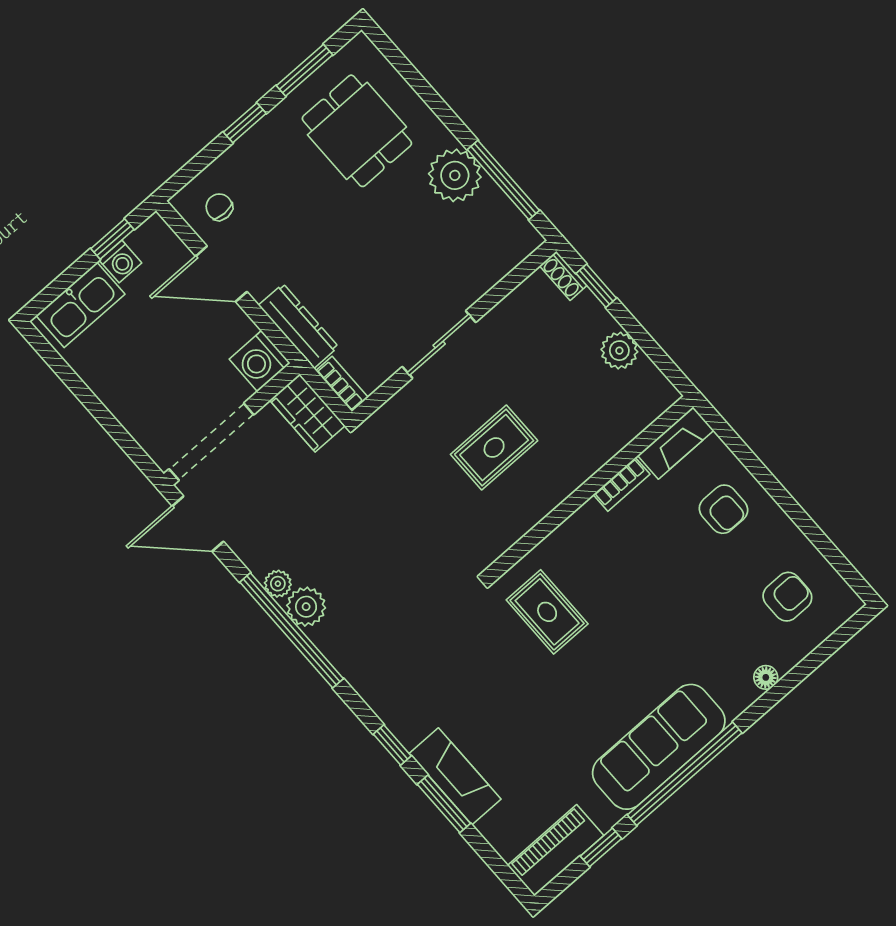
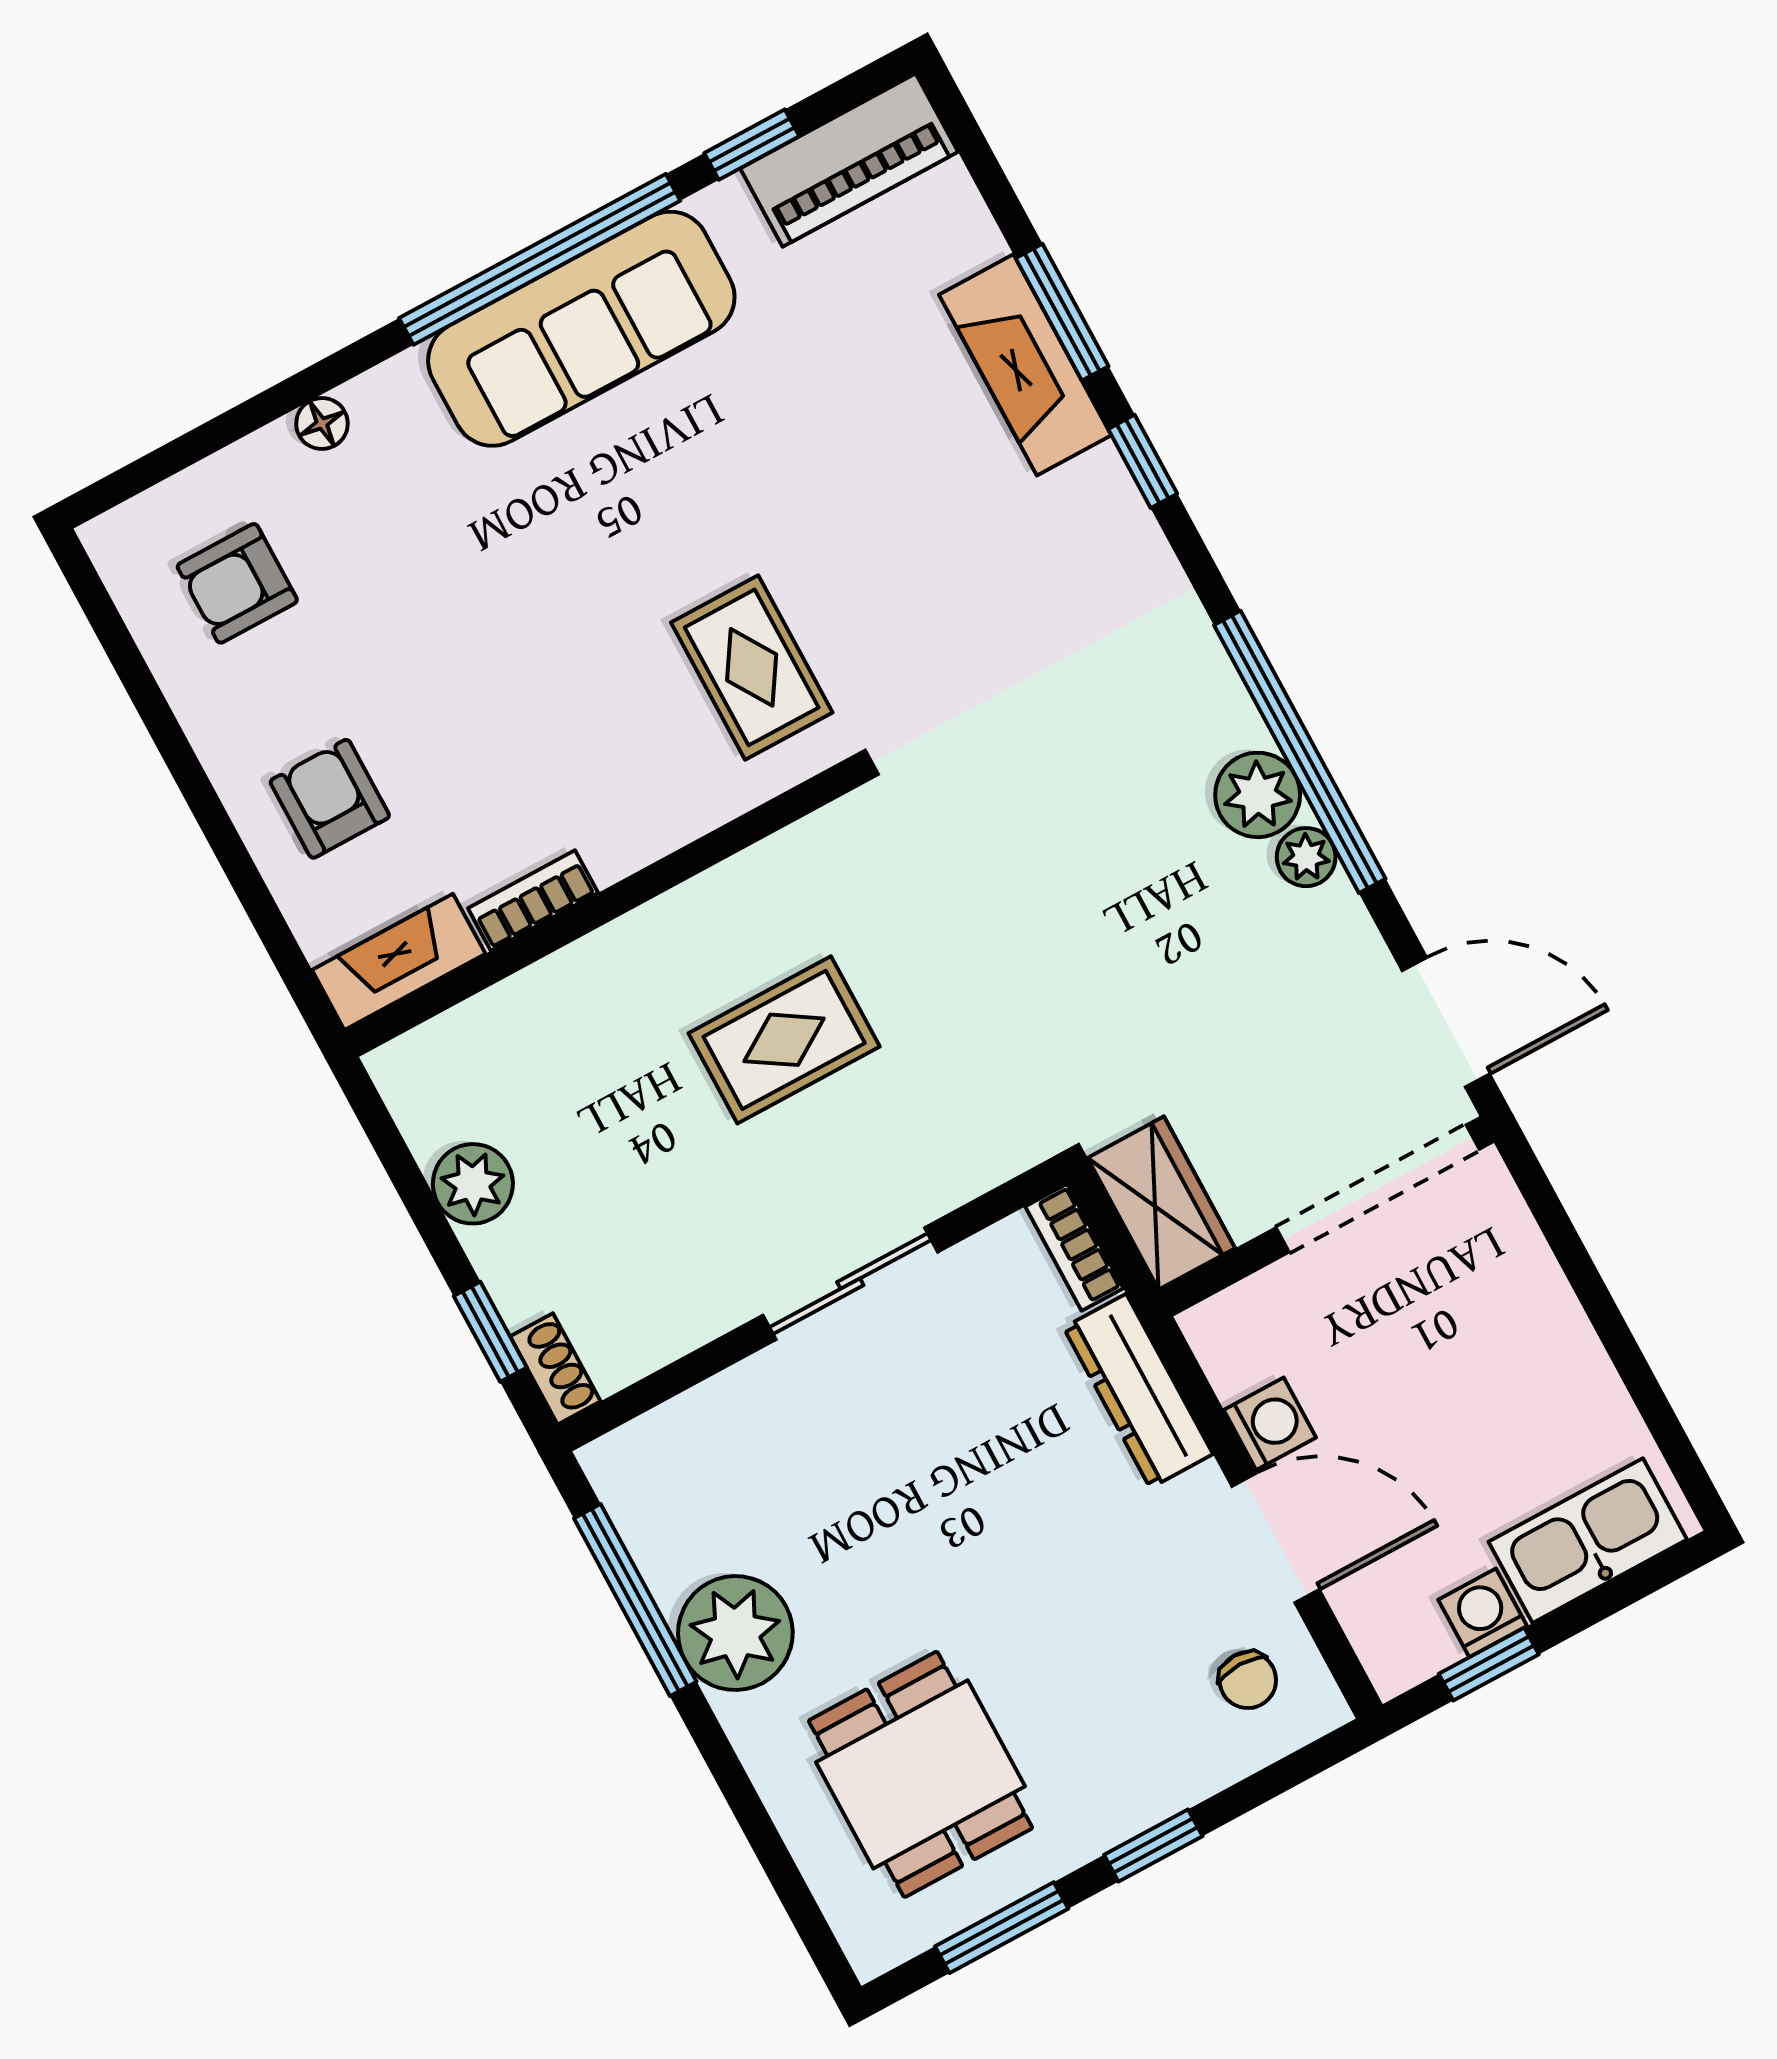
washing machine: (260, 361) -> (1270, 1424), moved, width x0.73, depth x0.73

